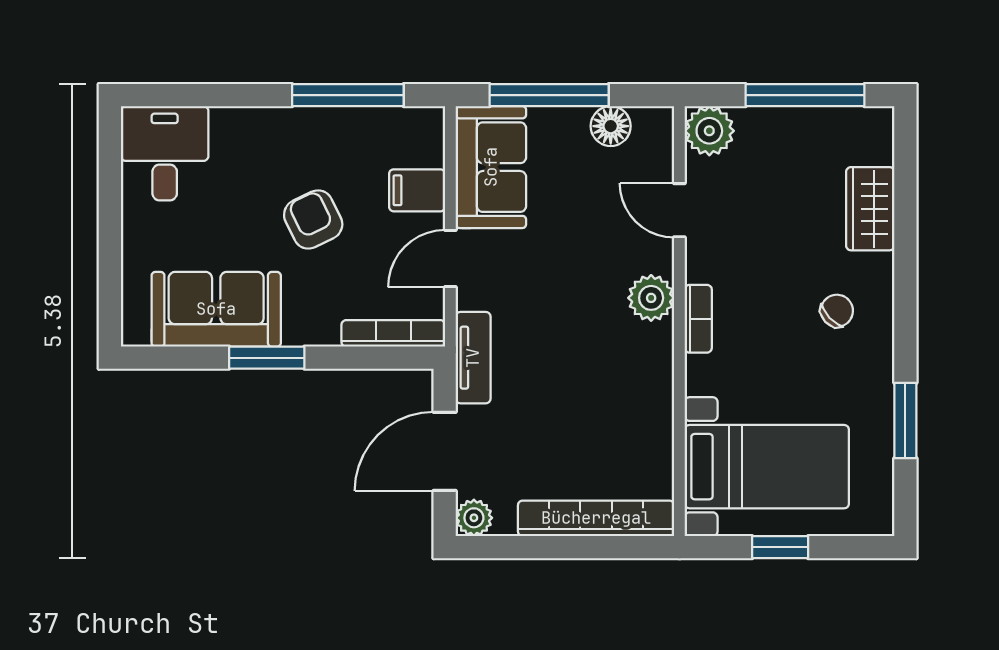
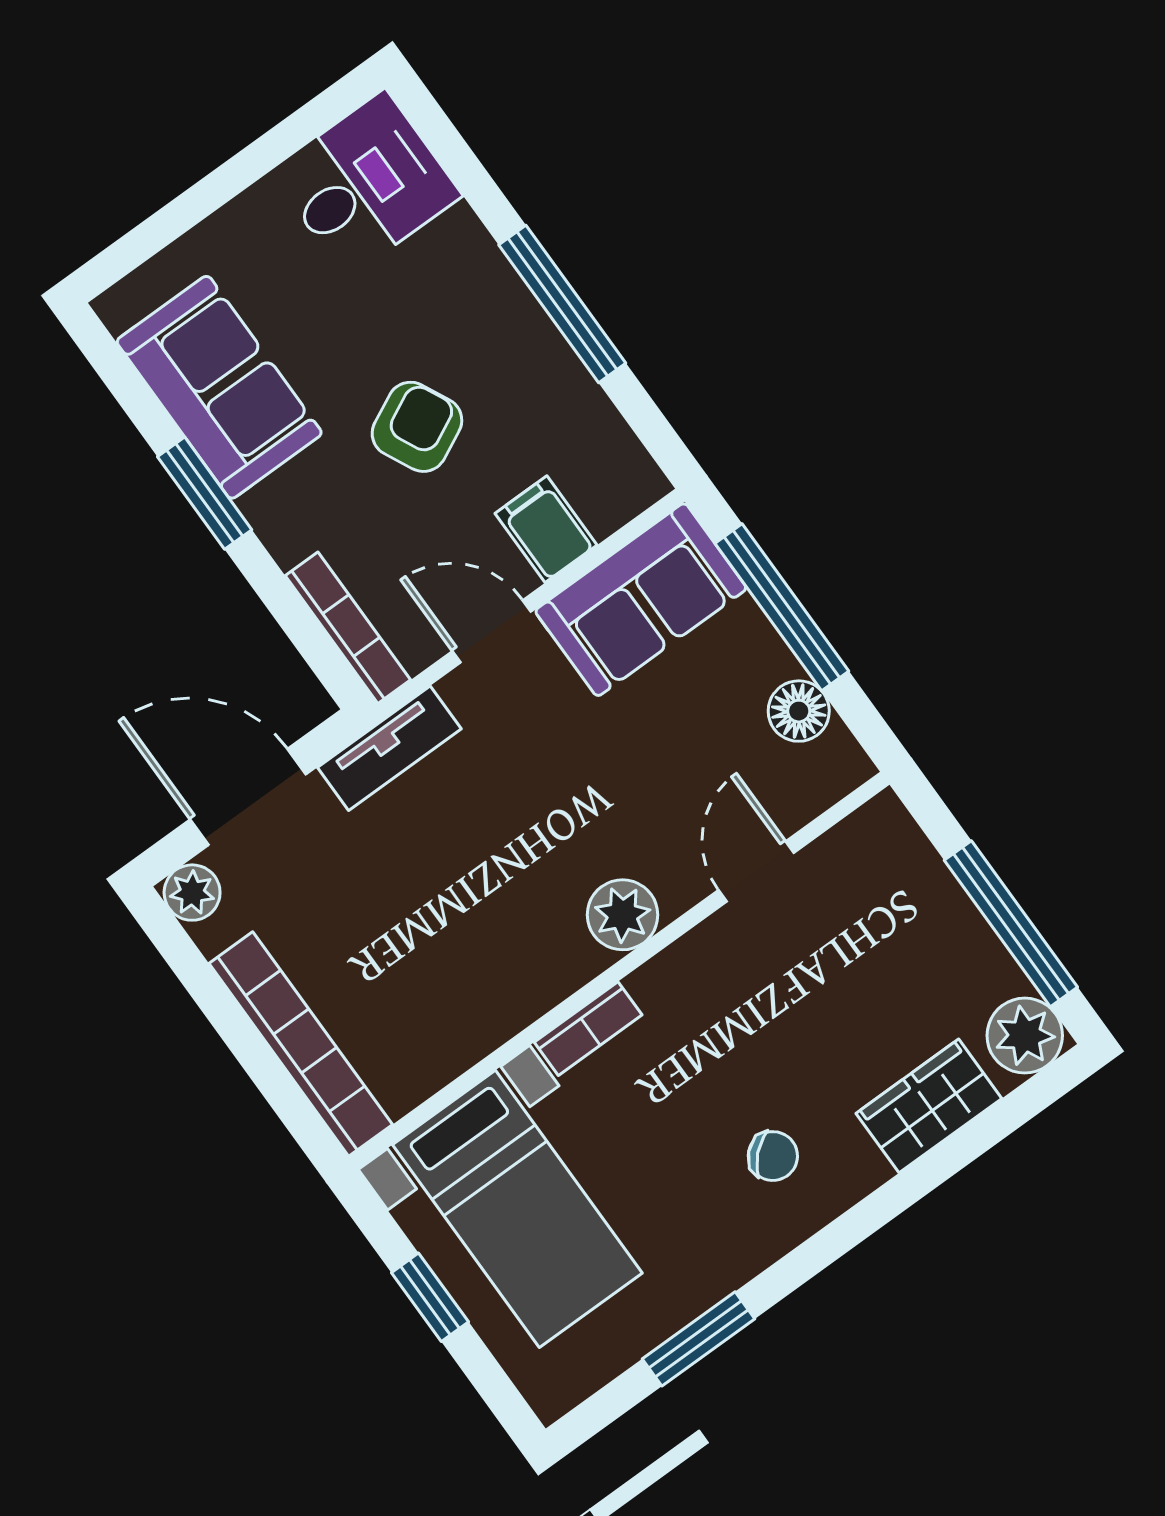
window: (348, 95) -> (562, 304), moved
plant: (709, 131) -> (1025, 1036), moved
bookcase: (698, 319) -> (588, 1029), moved

